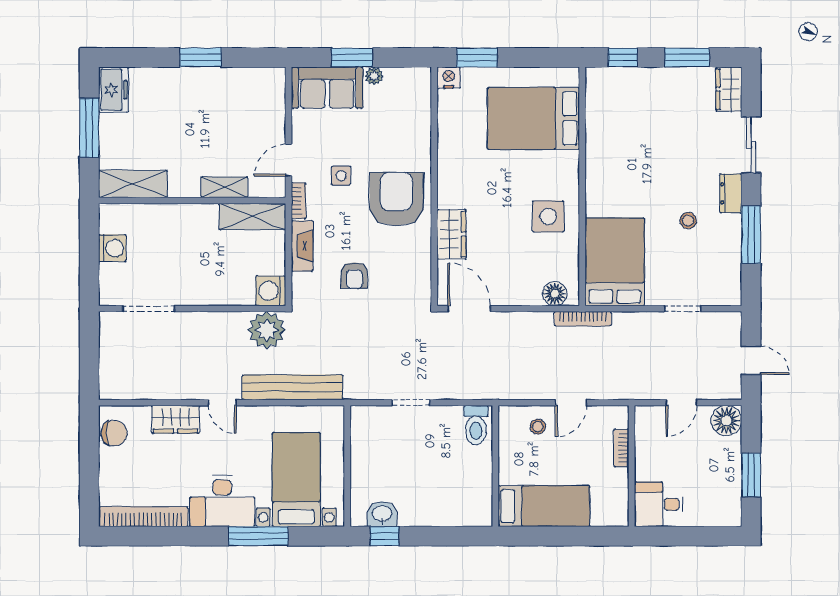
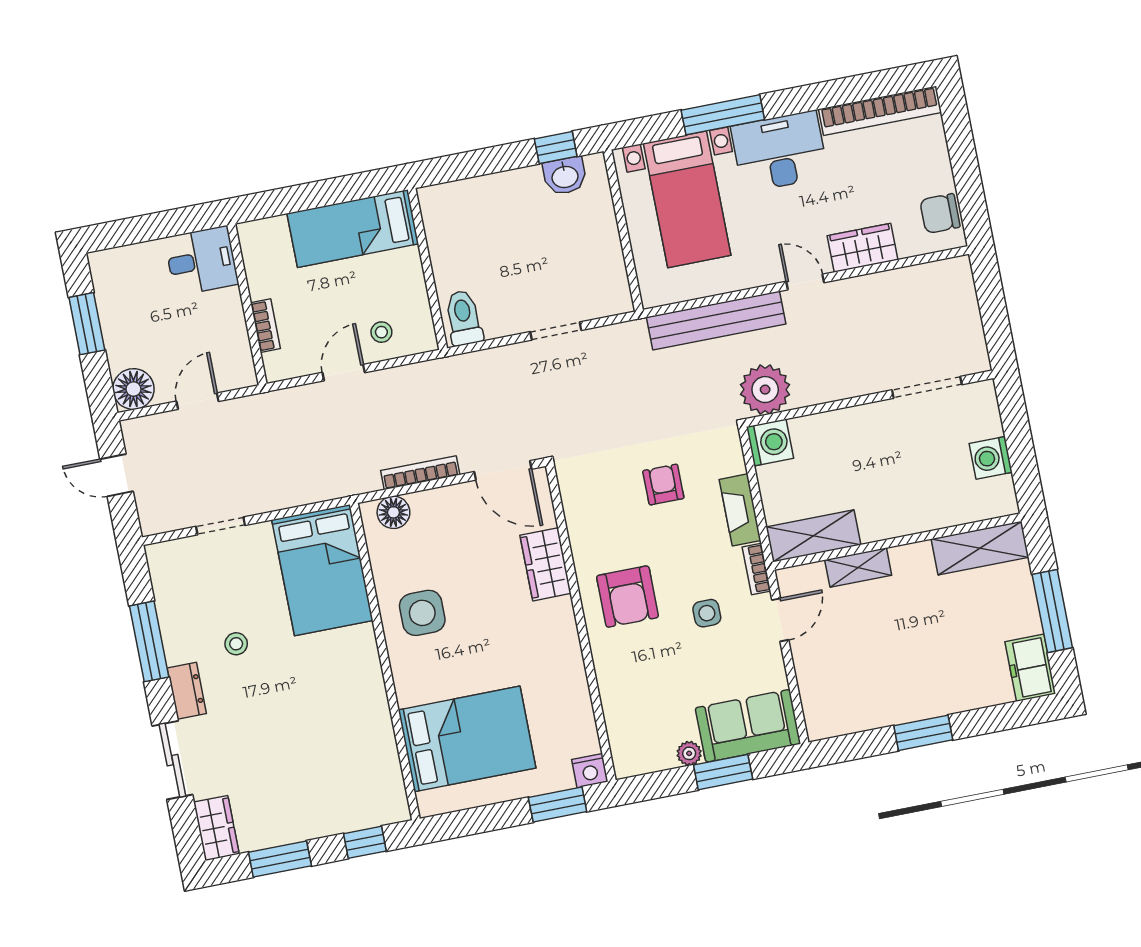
armchair: (396, 199) -> (627, 597), width x0.73, depth x0.73
bookcase: (583, 319) -> (420, 473), moved

